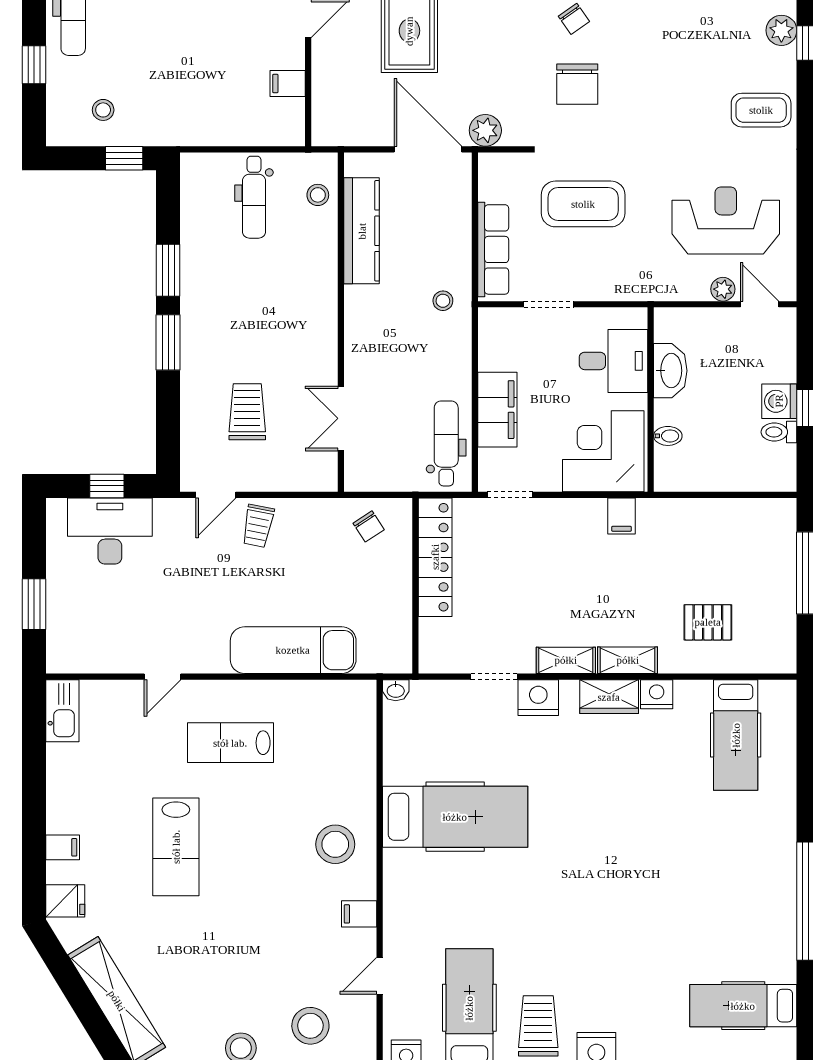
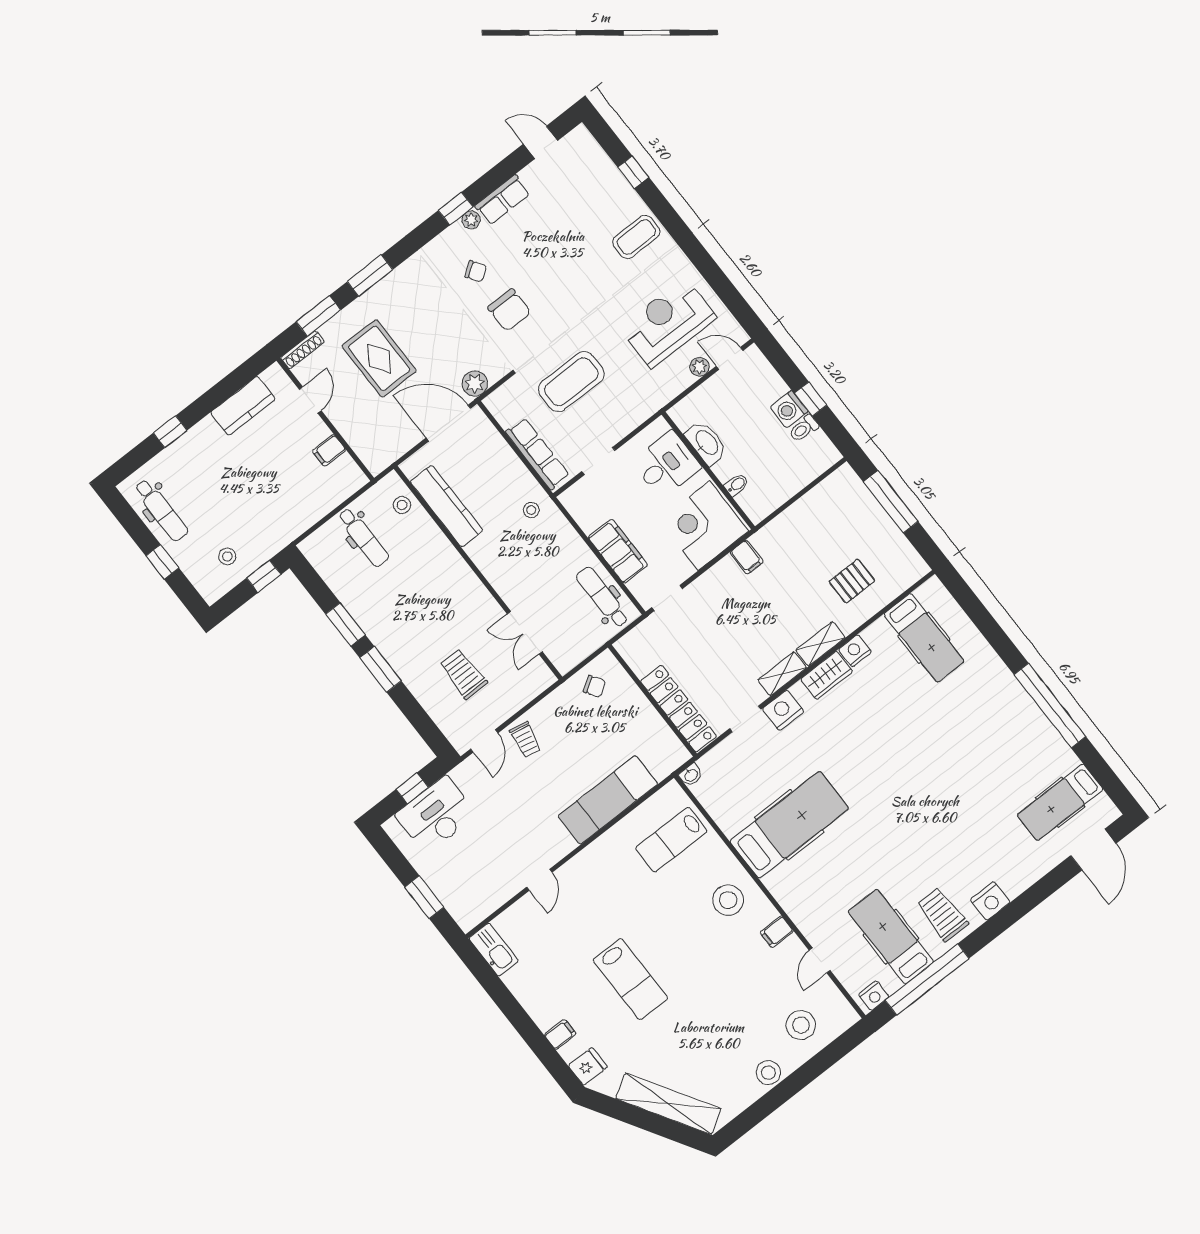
plant: (781, 30) -> (610, 178), removed
locker: (435, 557) -> (679, 709), moved
lab bench: (230, 743) -> (671, 840), moved

